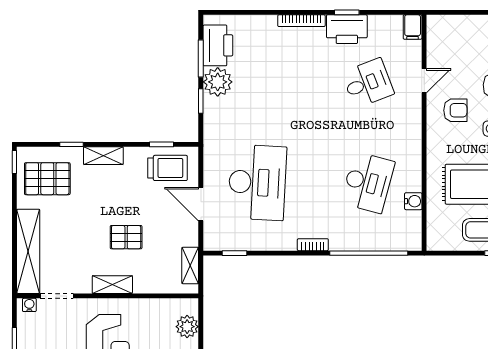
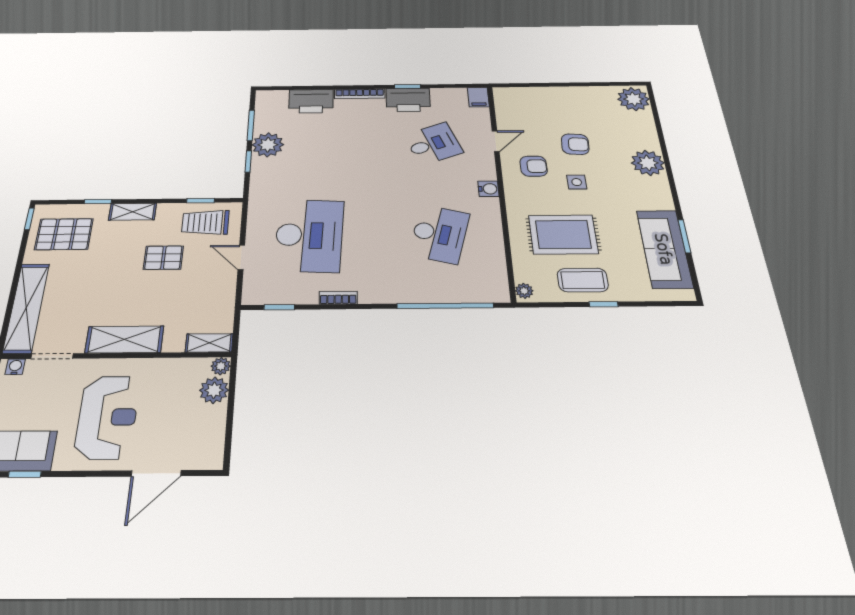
printer: (218, 45) -> (311, 101), moved, turned 90
trolley: (168, 168) -> (205, 222), turned 180
water cooler: (413, 201) -> (488, 189), moved
door: (201, 204) -> (241, 257), width x0.73
pallet: (126, 237) -> (163, 258), moved
plant: (434, 240) -> (524, 291), added
bookcase: (313, 245) -> (338, 298), moved
shelving: (190, 265) -> (209, 343), moved, turned 90
shelving: (112, 285) -> (124, 339), width x1.50, depth x1.33
plant: (191, 306) -> (221, 366), added

